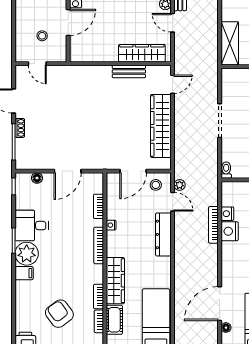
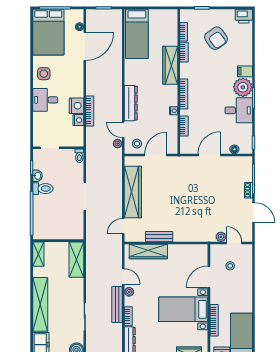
plant: (53, 71) -> (221, 237), added
cot: (114, 320) -> (171, 33), removed

